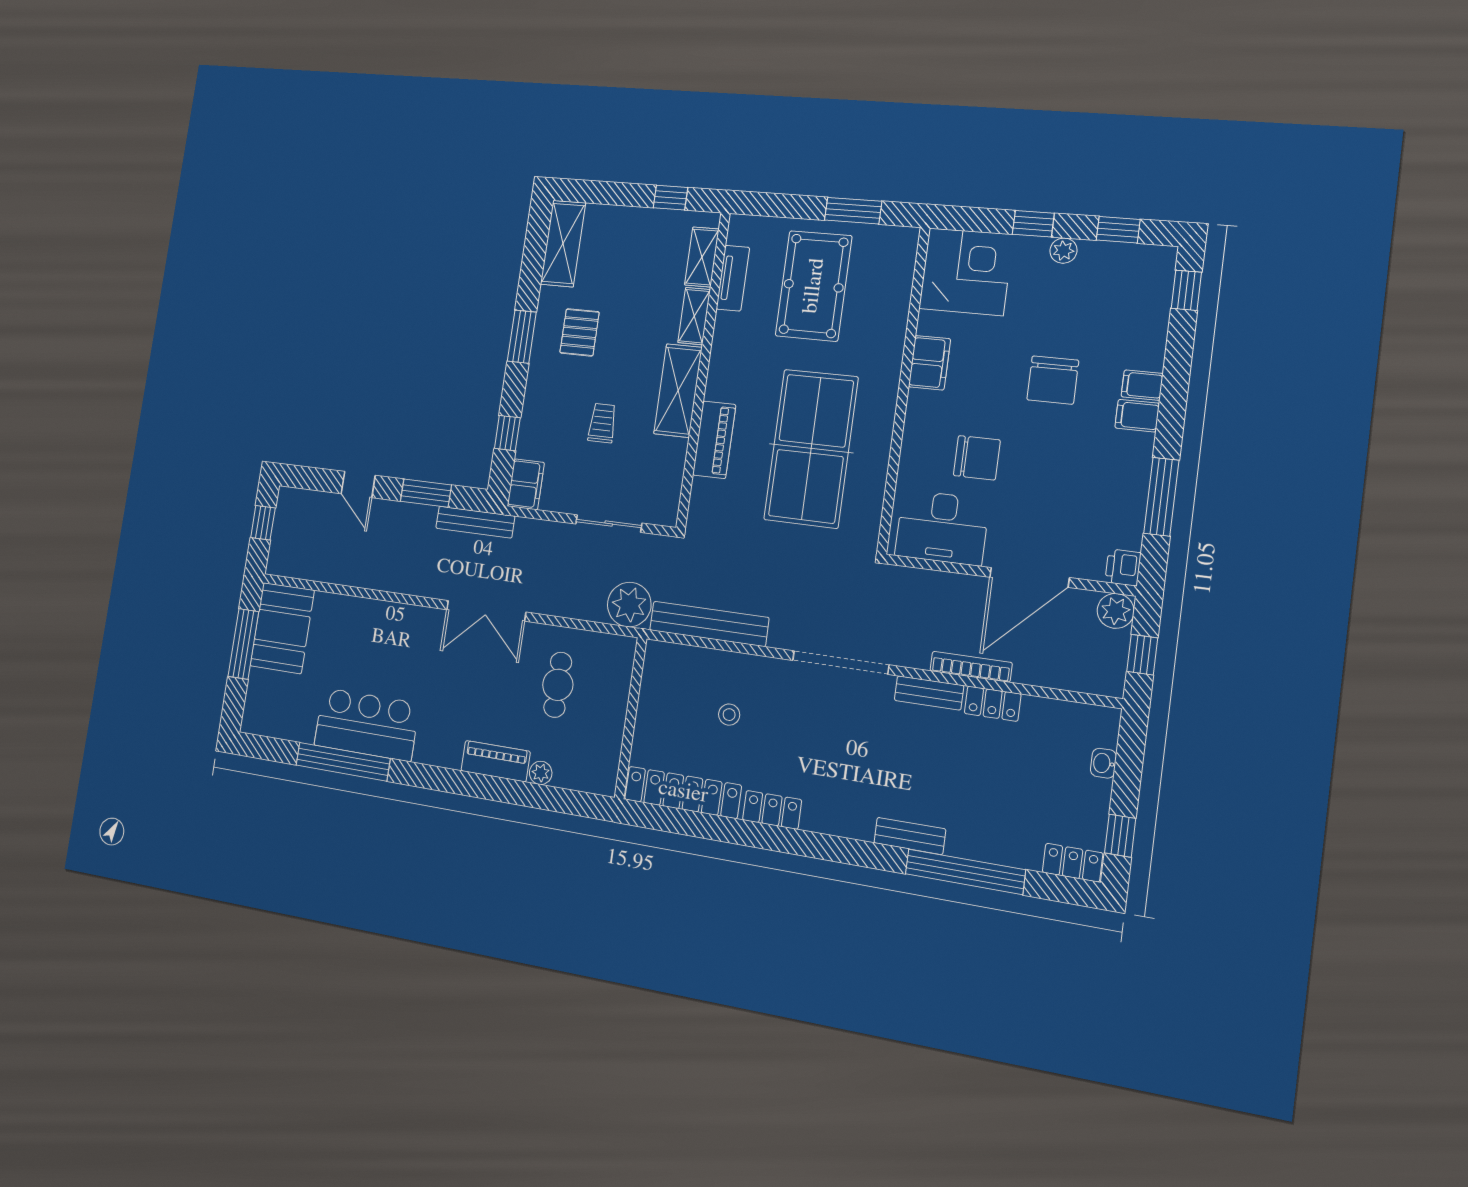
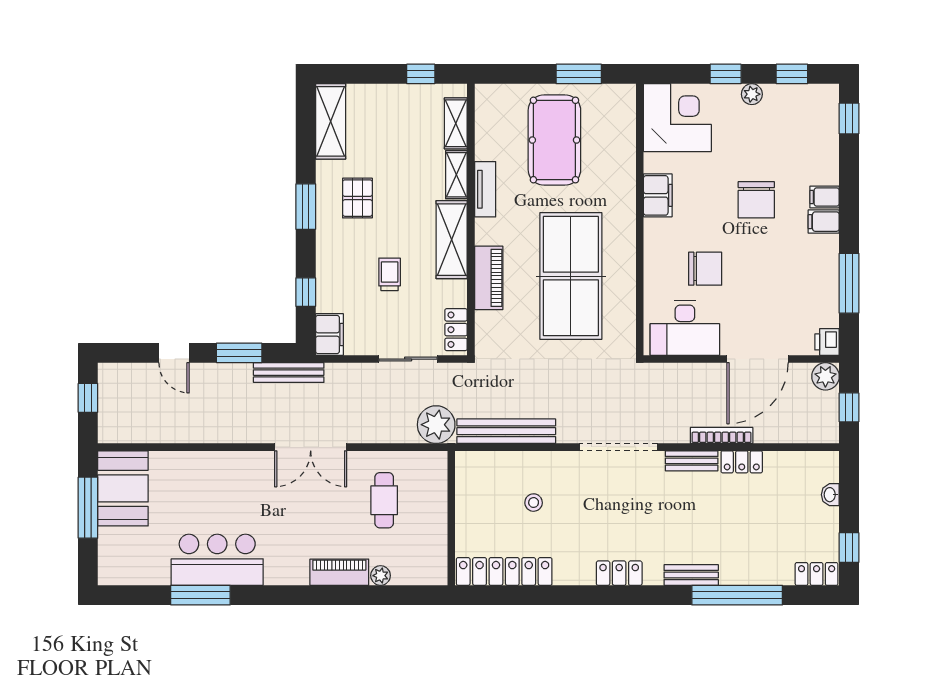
tv unit: (733, 278) -> (485, 189), moved
locker: (668, 496) -> (456, 330), added
window: (343, 762) -> (200, 595), width x0.68
locker: (772, 810) -> (619, 573), moved

